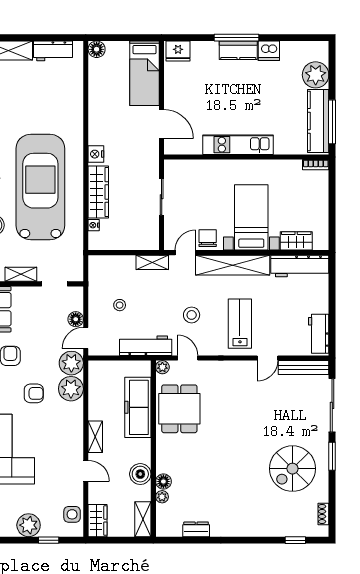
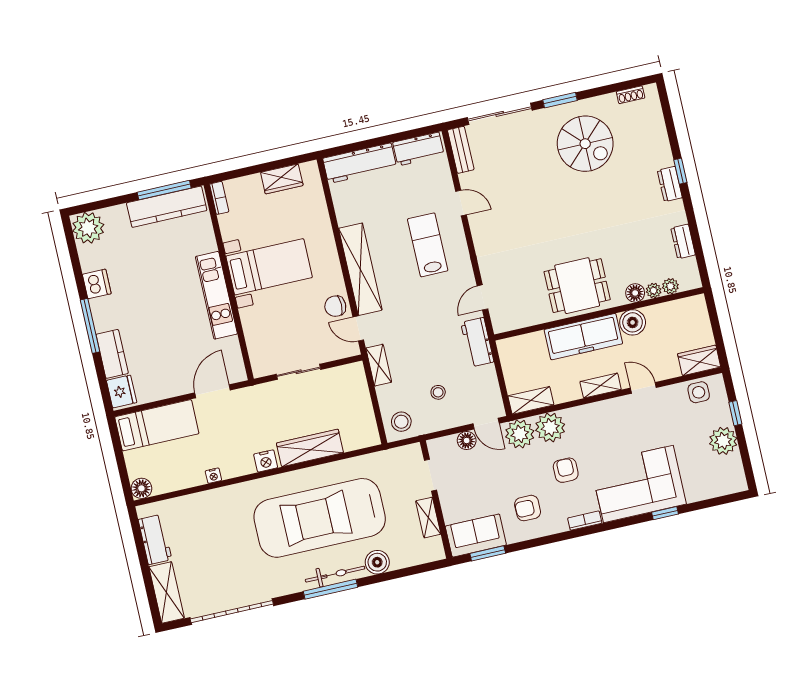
kitchen counter: (238, 50) -> (112, 354), moved
plant: (316, 75) -> (88, 228), moved
bed with nightstands: (251, 217) -> (269, 267), moved, turned 180
nightstand: (94, 225) -> (213, 476), moved
wardrobe: (296, 241) -> (282, 179), moved, turned -90
workbench: (300, 266) -> (360, 163), moved, turned 90
stool: (192, 315) -> (401, 422), moved
lab bench: (240, 324) -> (428, 245), turned 90
workbench: (146, 346) -> (477, 342), width x0.73
plant: (162, 367) -> (670, 286), moved
bench: (304, 368) -> (461, 150), width x0.73
freezer: (138, 407) -> (583, 337), moved
dining table: (179, 409) -> (577, 286), moved
door: (86, 471) -> (643, 388), hinge flipped
shelving: (143, 519) -> (531, 400), moved
dresser: (245, 529) -> (670, 184), added
window: (295, 540) -> (680, 171), moved

